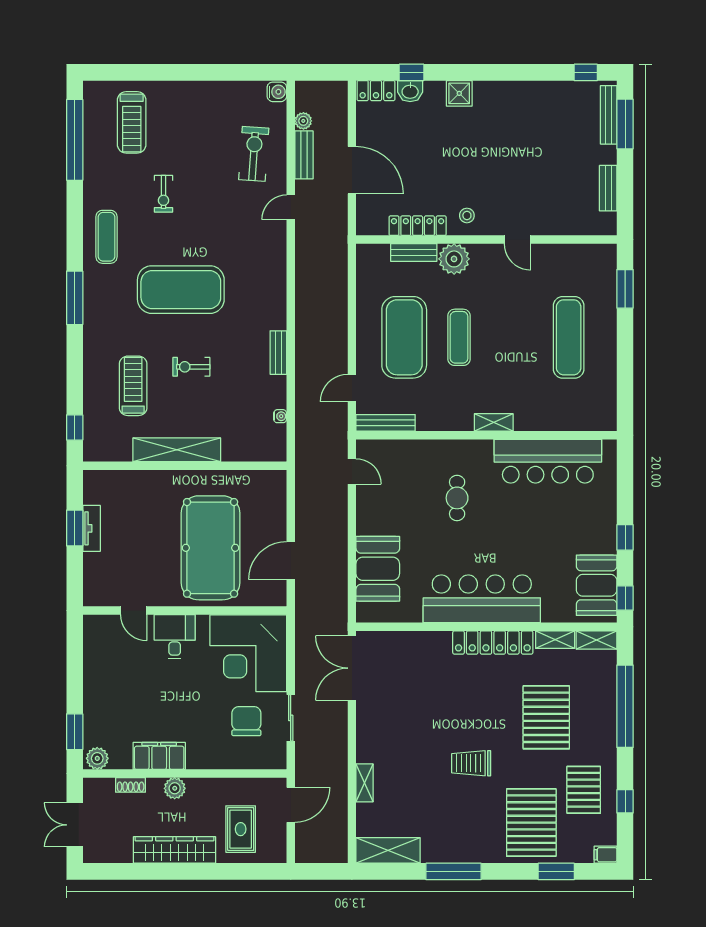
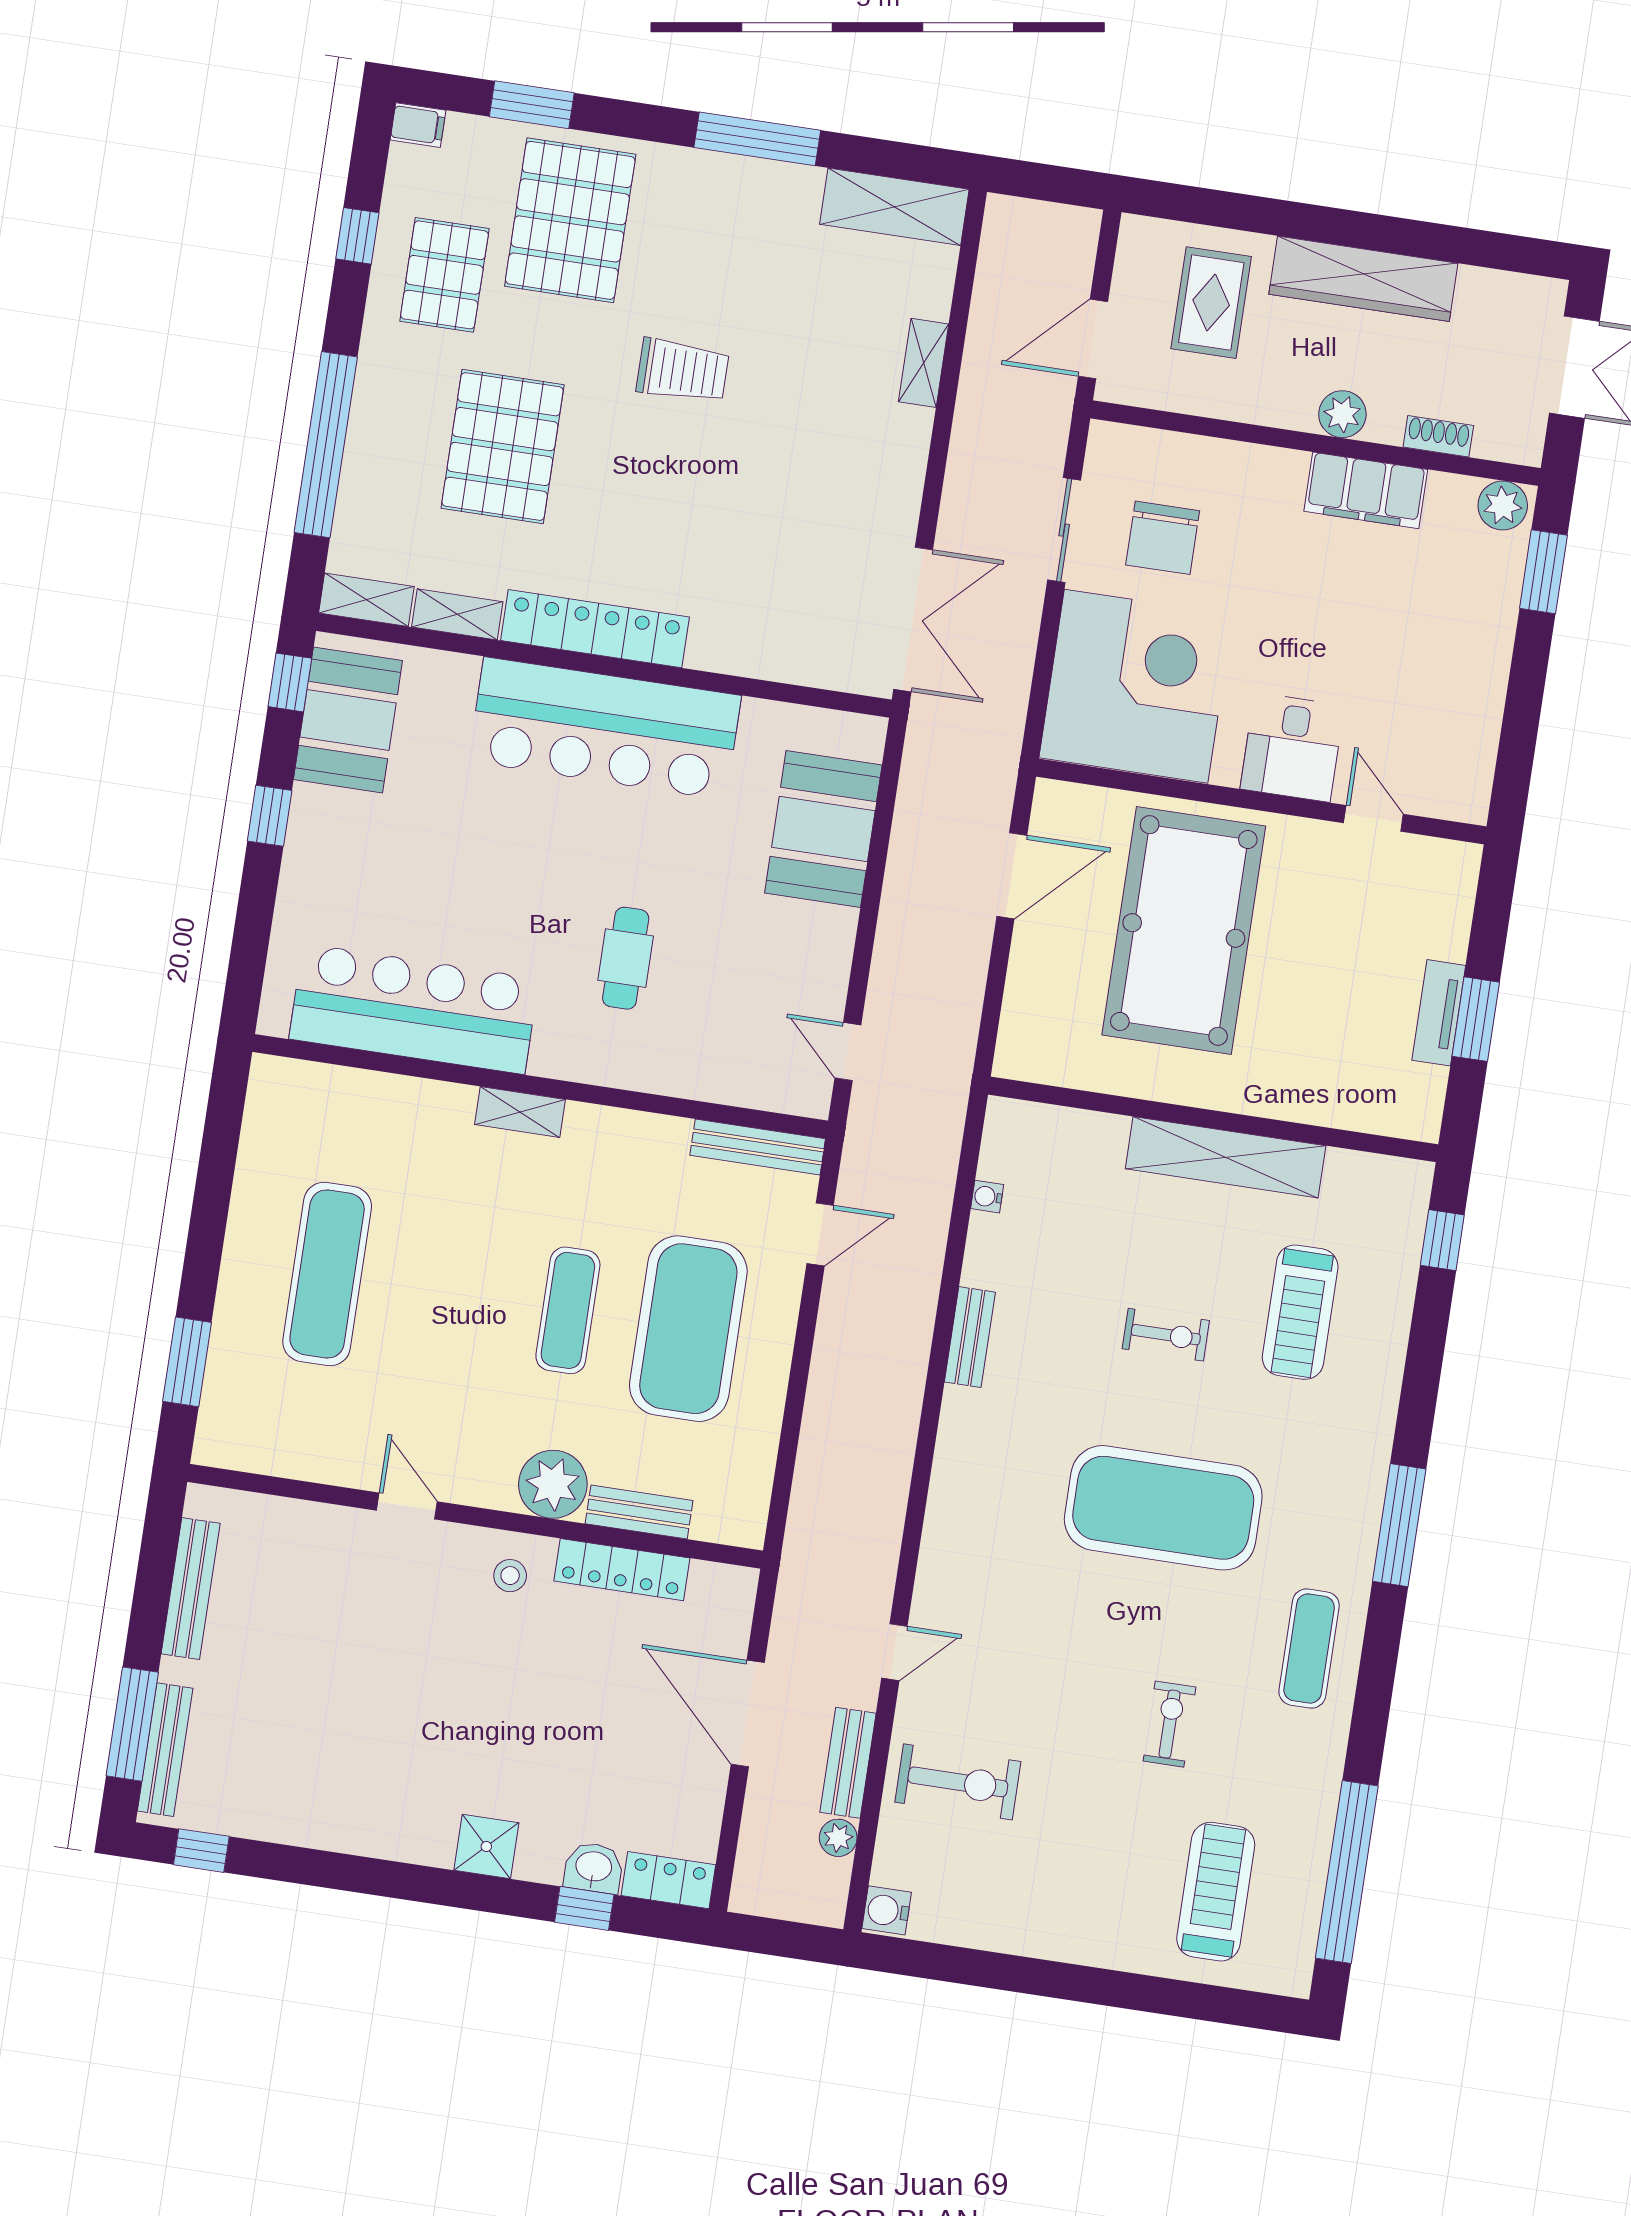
exercise bike: (254, 154) -> (958, 1782), turned -94
bench: (608, 188) -> (191, 1589), width x1.36

